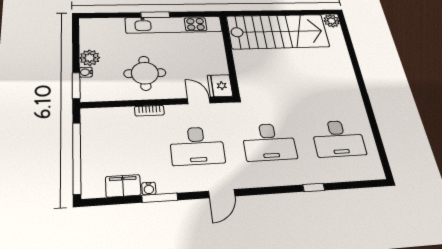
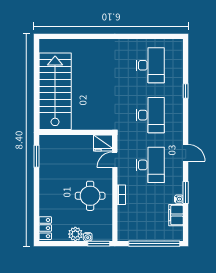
window: (155, 15) -> (37, 156), moved
plant: (332, 21) -> (46, 45), removed
locker: (97, 25) -> (45, 228), added
kitchen unit: (174, 25) -> (47, 171), removed

